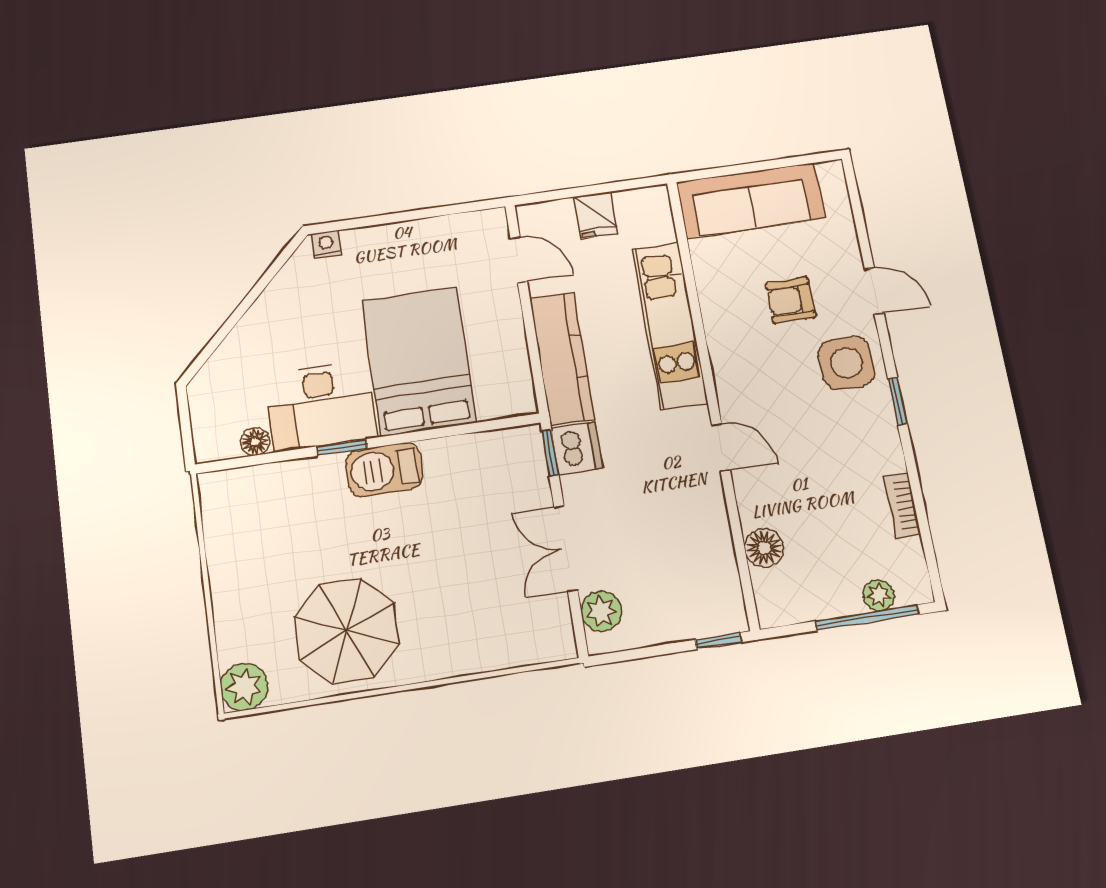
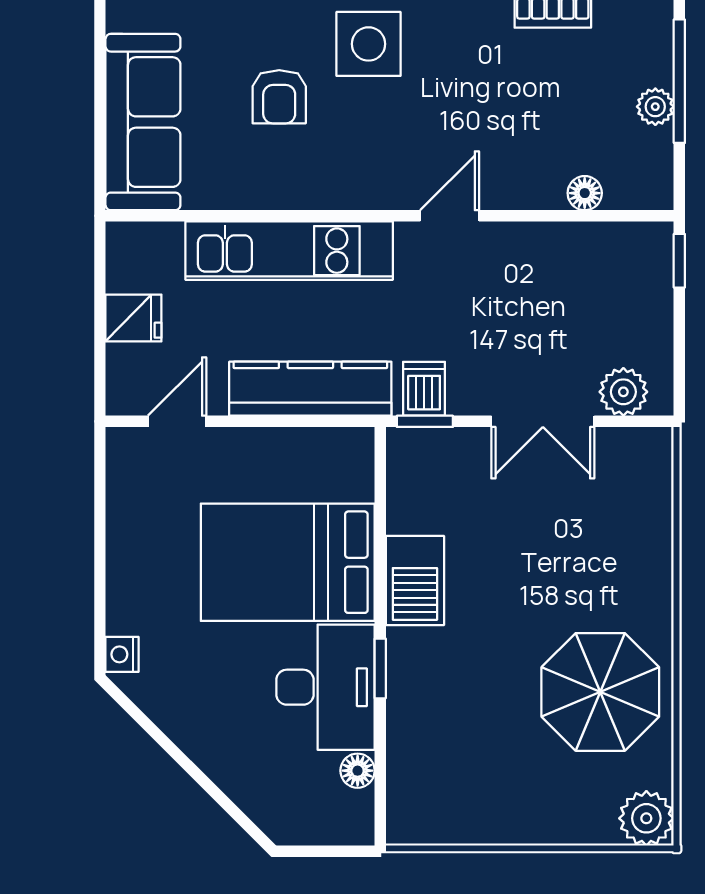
dishwasher: (577, 448) -> (424, 389), width x0.73
barbecue: (384, 470) -> (415, 581), moved
floor lamp: (764, 548) -> (585, 193), width x0.73, depth x0.73
plant: (879, 595) -> (655, 107), moved

